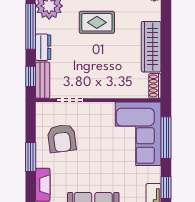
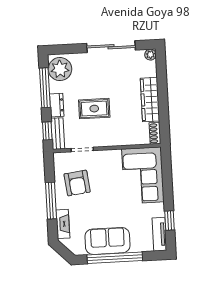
rug: (97, 22) -> (94, 109), moved
window: (166, 138) -> (167, 177), removed
window: (31, 157) -> (51, 201), width x1.44

